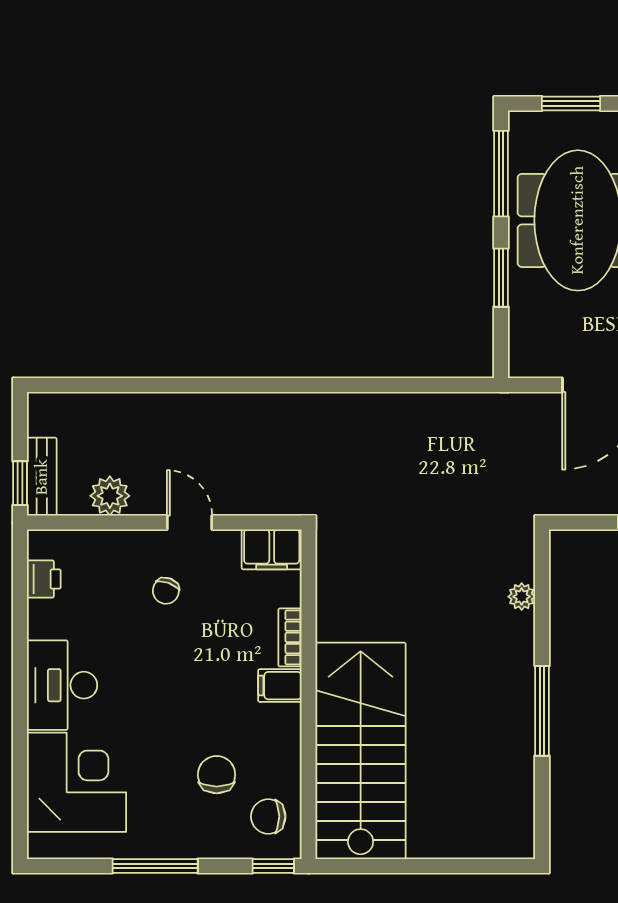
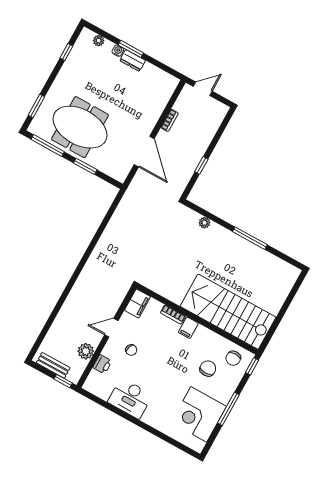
bench: (42, 477) -> (53, 365), moved
printer: (44, 579) -> (102, 364), moved, turned 90
desk: (62, 685) -> (130, 398), moved
chair: (217, 775) -> (208, 368), turned 90
corner desk: (77, 782) -> (199, 414), moved, turned -90

